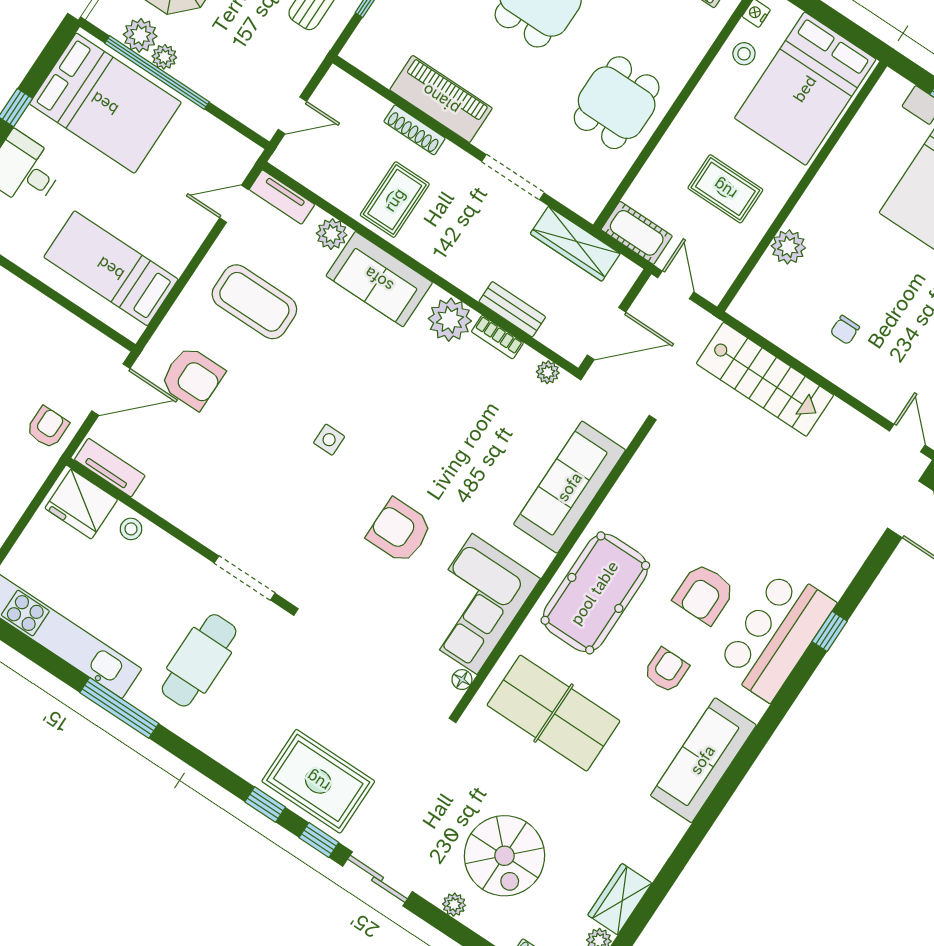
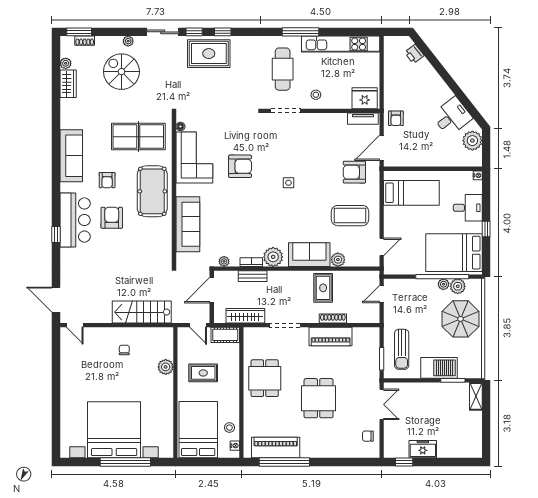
tv unit: (282, 197) -> (366, 261), removed
stool: (131, 529) -> (316, 95), moved

